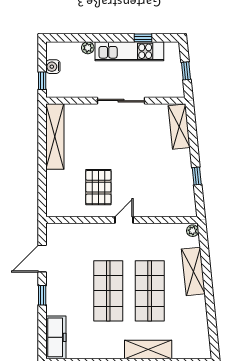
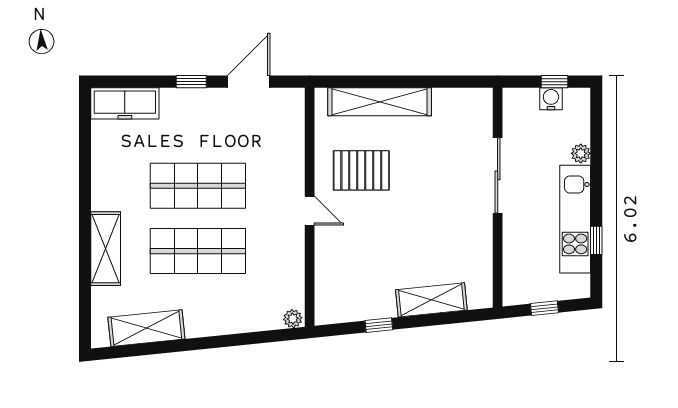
window: (42, 81) -> (554, 82), moved
sliding door: (121, 101) -> (498, 175), moved
shelving: (179, 127) -> (431, 300), moved
shelving: (55, 136) -> (380, 102), moved
door: (42, 259) -> (249, 82), hinge flipped
shelving: (193, 271) -> (146, 328), moved

